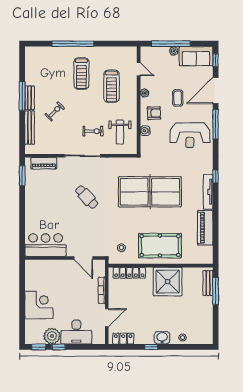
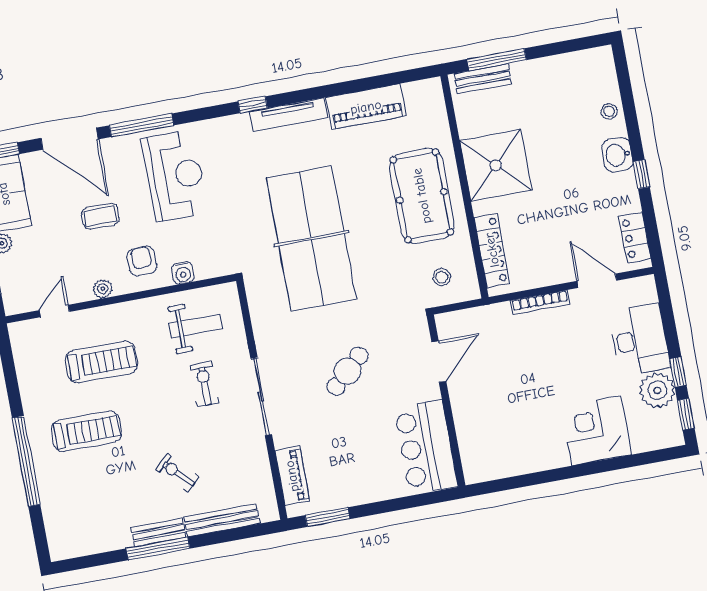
bar counter: (46, 245) -> (426, 447), moved
wall: (65, 258) -> (446, 401), moved
door: (83, 258) -> (439, 362), moved

